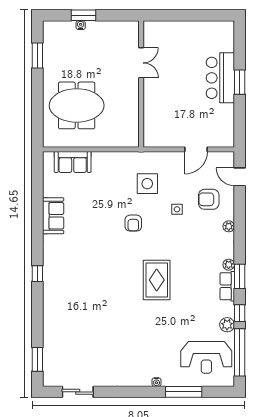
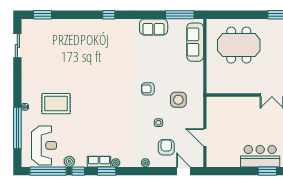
window: (240, 82) -> (267, 171), moved
meeting table: (77, 105) -> (239, 45), turned 90
sofa: (73, 162) -> (195, 42), width x1.36
door: (240, 177) -> (184, 171), hinge flipped
window: (37, 182) -> (180, 15), added
rug: (157, 280) -> (56, 104), moved
reception desk: (206, 357) -> (44, 145), turned 180
window: (184, 392) -> (17, 128), width x1.46

